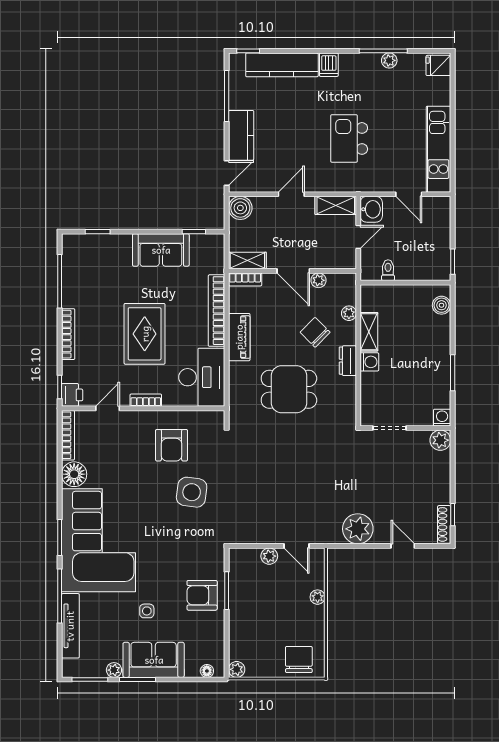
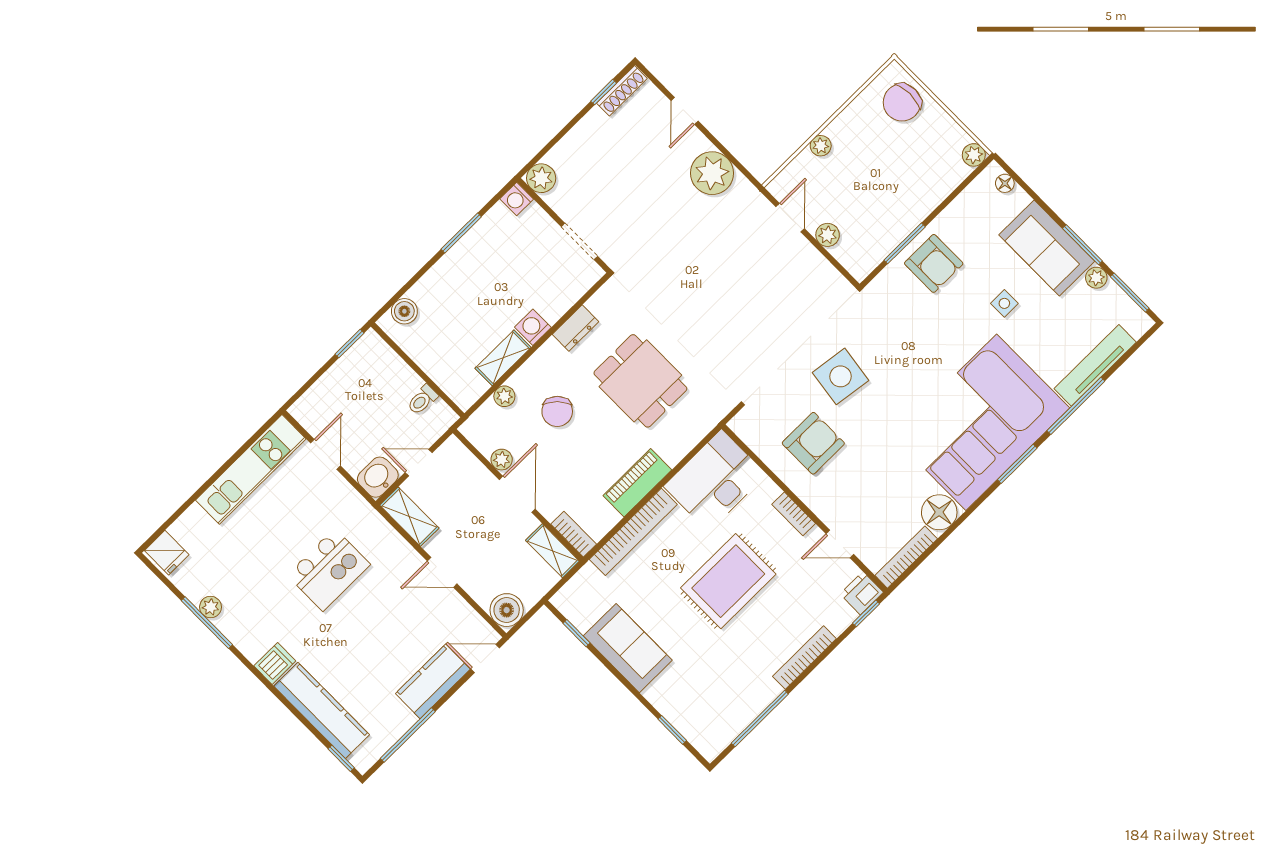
dresser: (348, 361) -> (576, 328), moved

